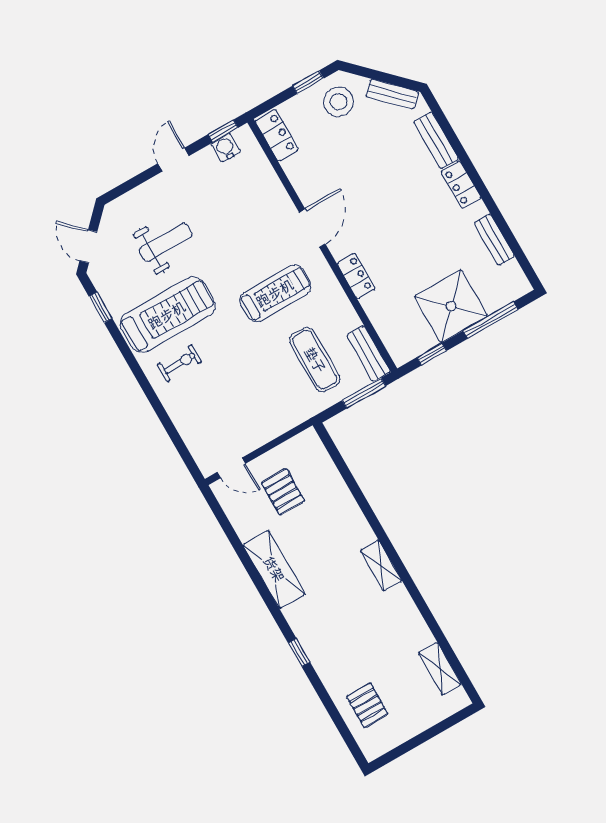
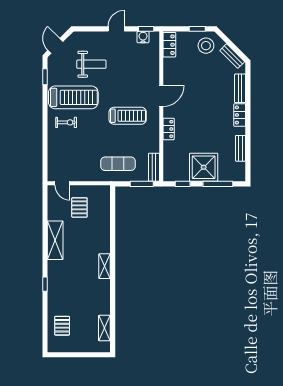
exercise mat: (315, 360) -> (118, 164), moved, turned 90

